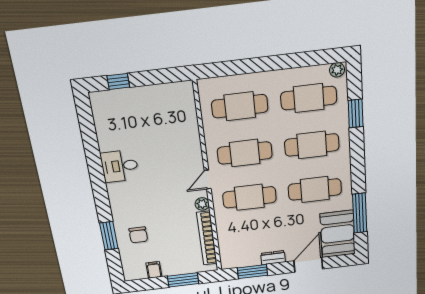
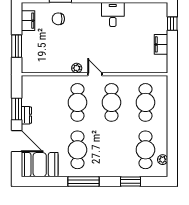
plant: (337, 70) -> (163, 160), moved
filing cabinet: (152, 94) -> (161, 44), added
cafe table: (312, 145) -> (111, 150), removed
window: (360, 213) -> (84, 182), moved
bookcase: (207, 238) -> (49, 68), removed
filing cabinet: (154, 270) -> (28, 21), width x2.00
window: (252, 272) -> (17, 109), moved

